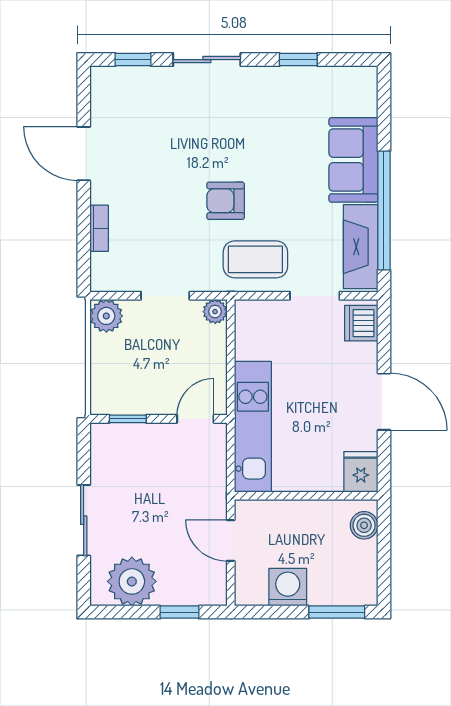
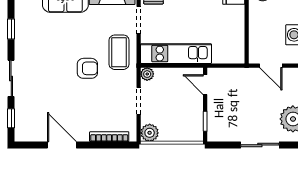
door: (84, 154) -> (62, 145), swing flipped
armchair: (226, 201) -> (87, 68), turned -90
bookcase: (99, 228) -> (109, 137), width x1.56
kitchen unit: (253, 427) -> (176, 54), moved
door: (231, 541) -> (271, 66), hinge flipped

